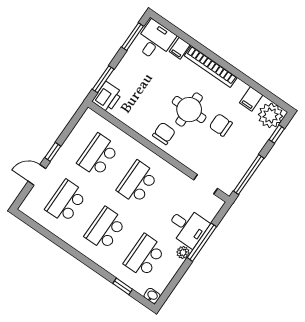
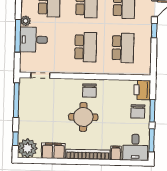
window: (103, 79) -> (152, 111), moved
filing cabinet: (251, 99) -> (53, 151), width x2.00
chair: (221, 125) -> (138, 111), moved, turned 90

